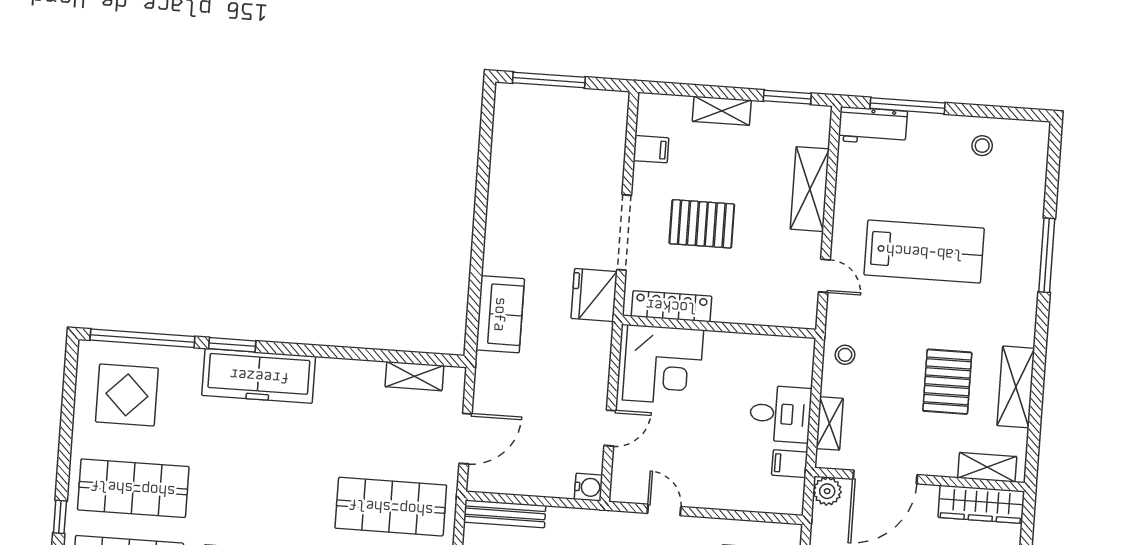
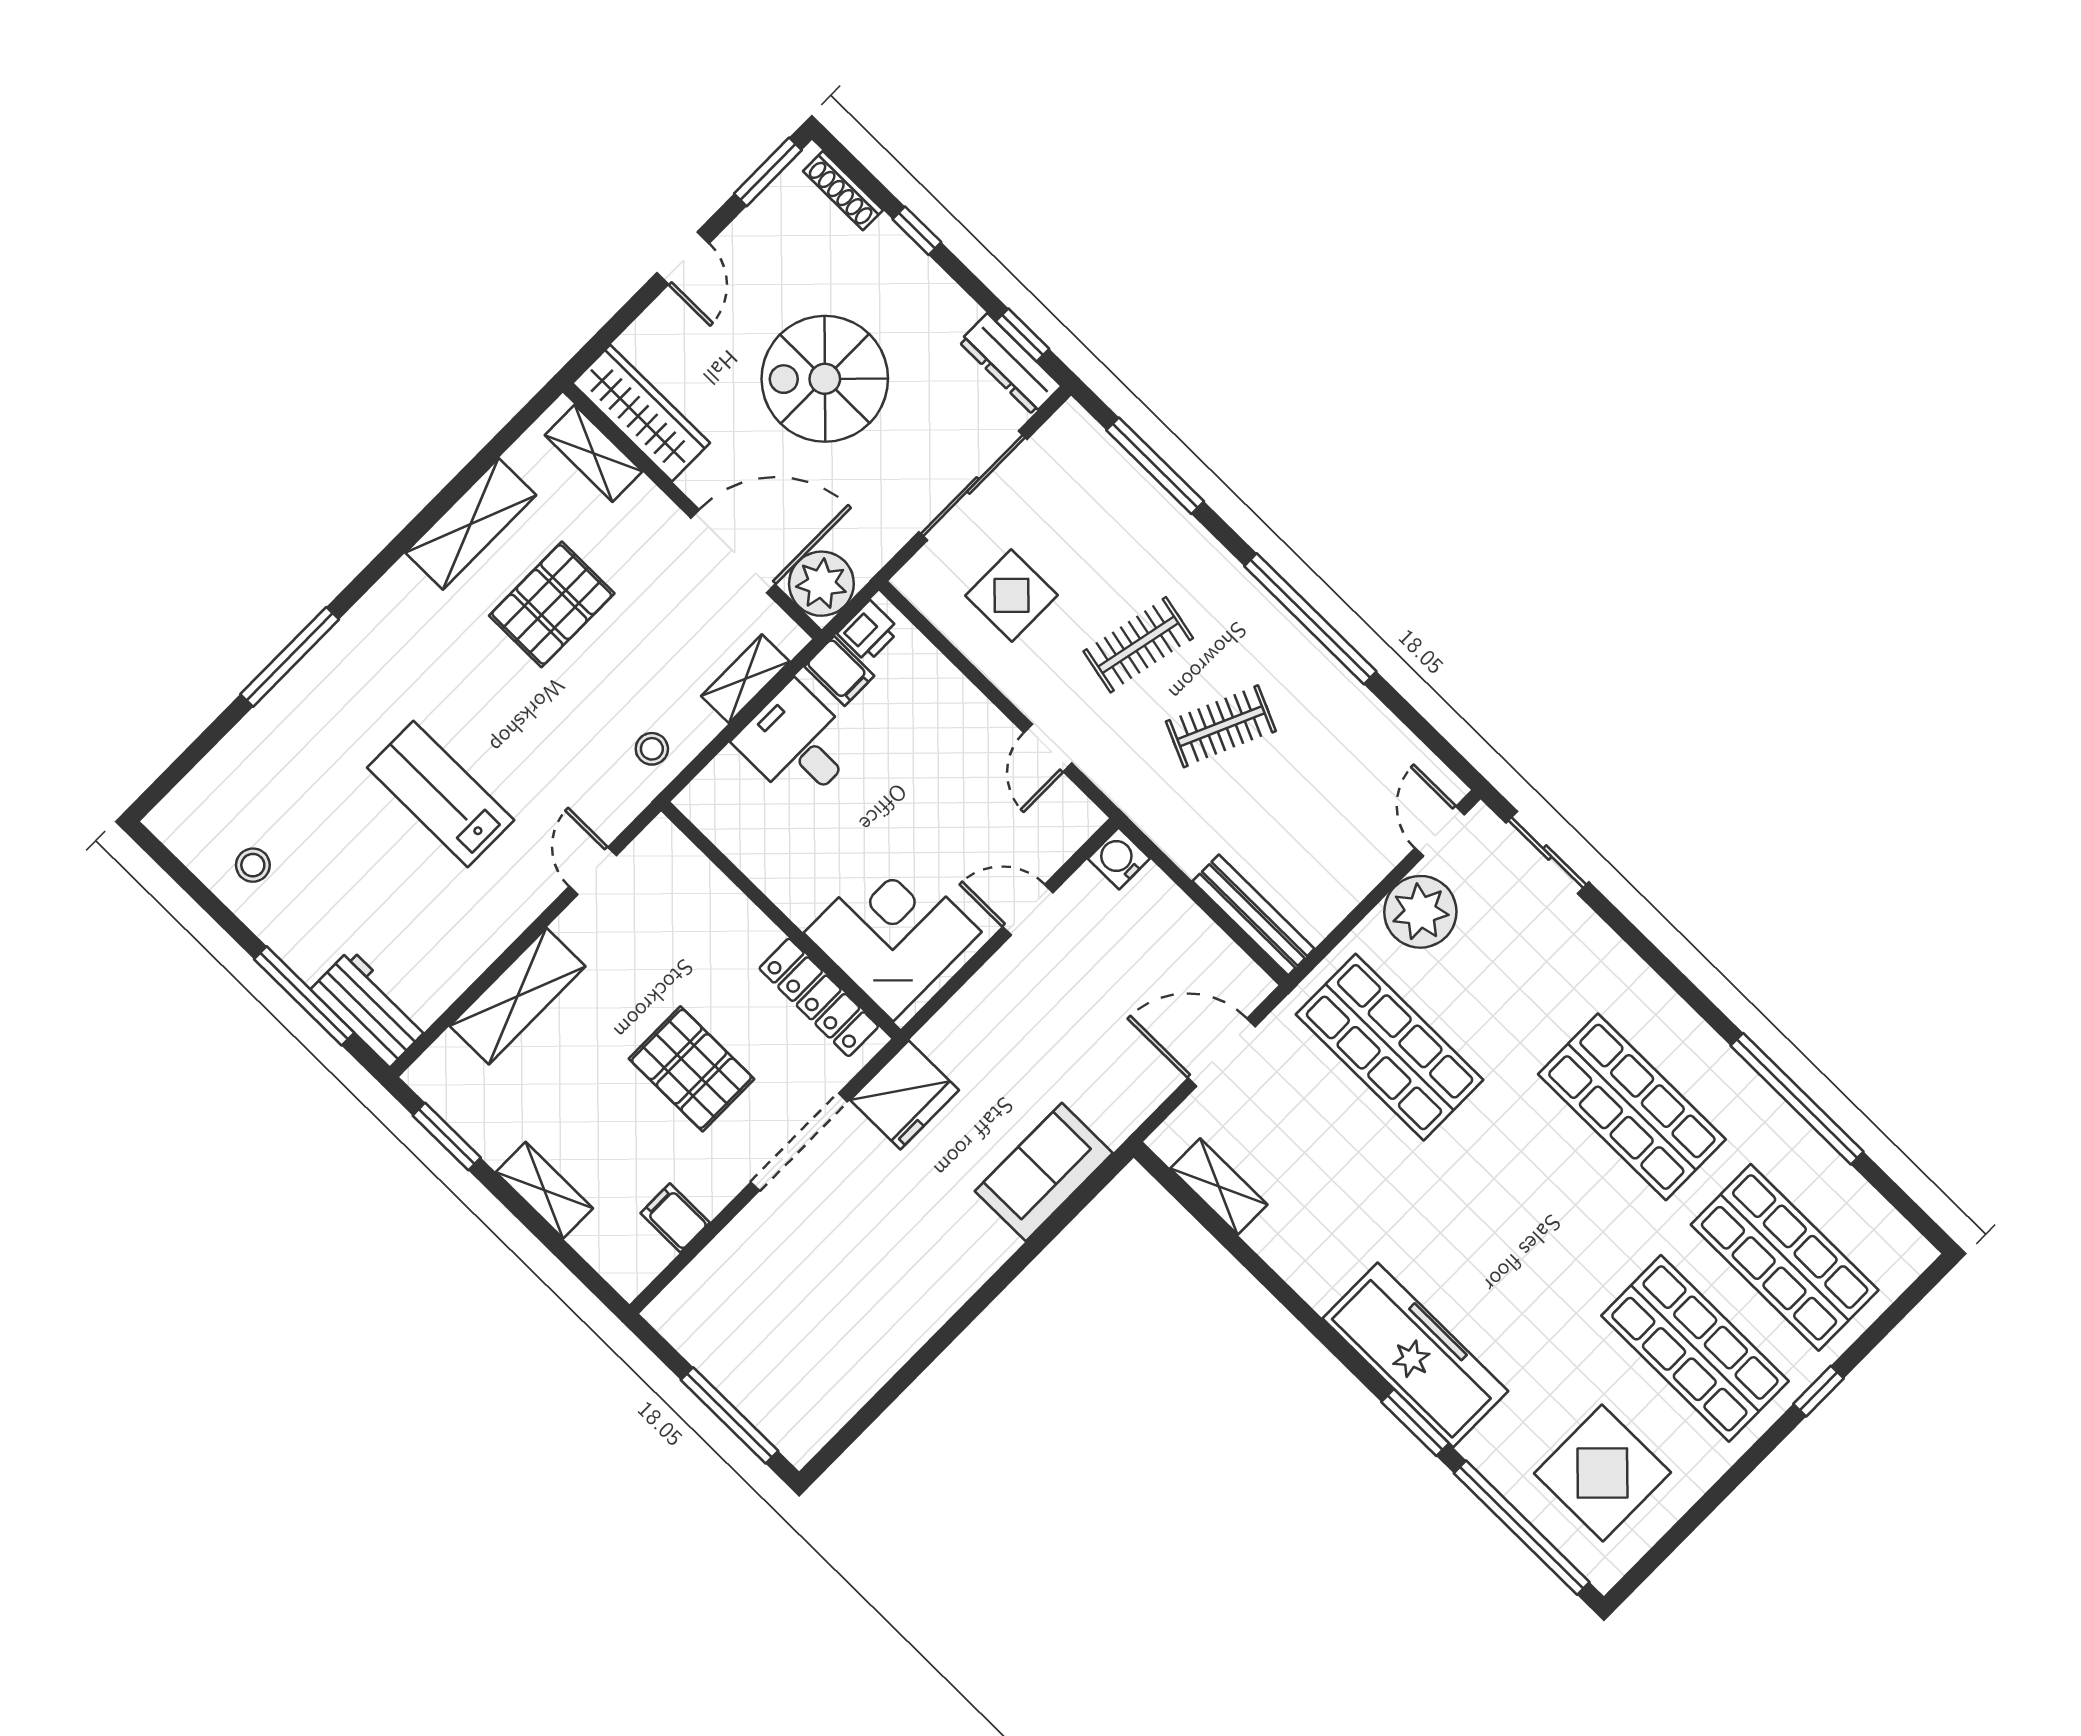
lab bench: (924, 252) -> (441, 794), width x0.73, depth x0.72
plant: (827, 491) -> (821, 584), width x1.36, depth x1.36
printer: (792, 493) -> (869, 632), added

